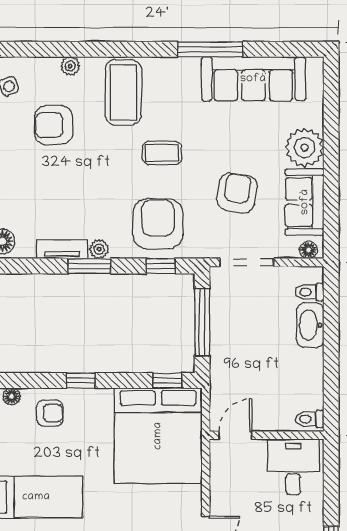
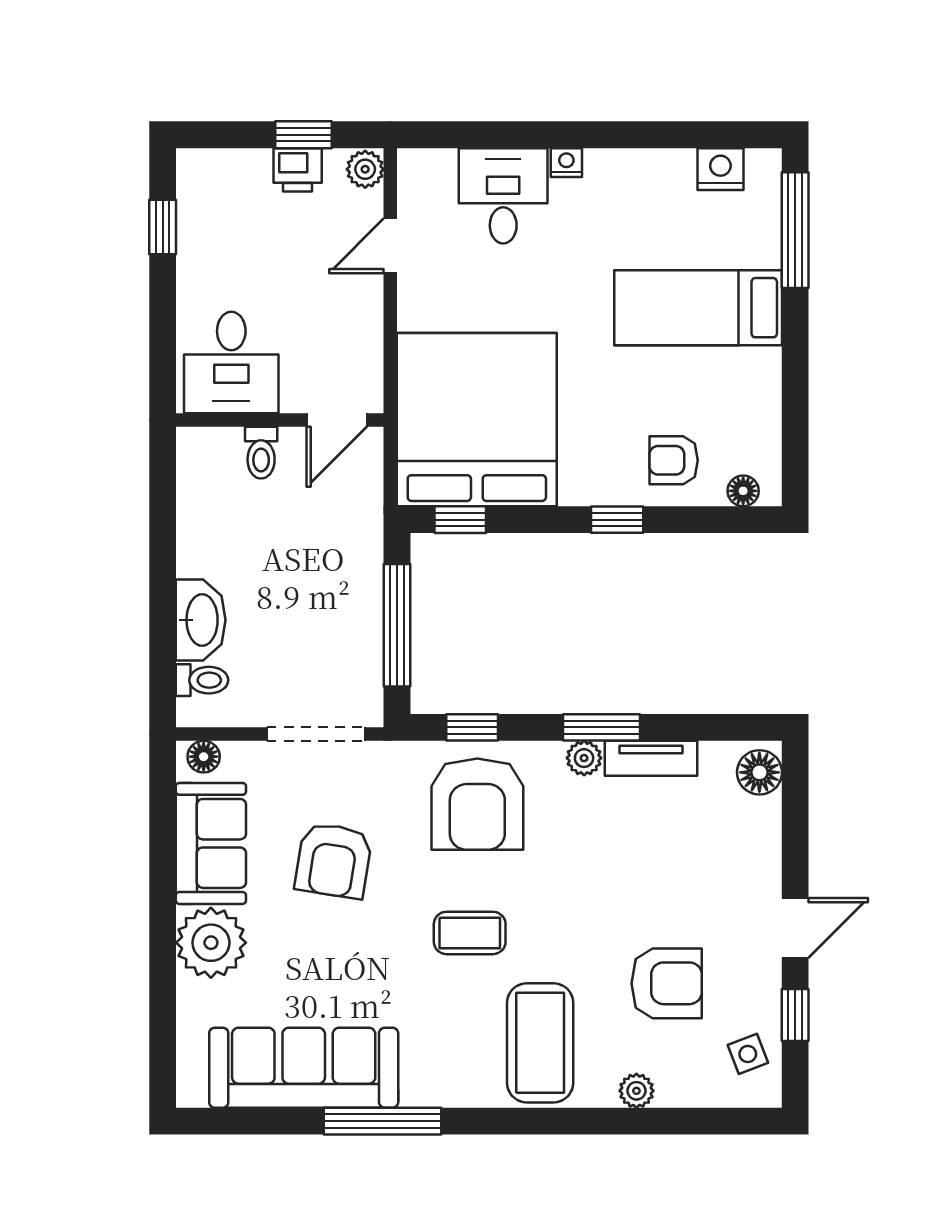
toilet: (310, 419) -> (261, 453), moved, turned 90

